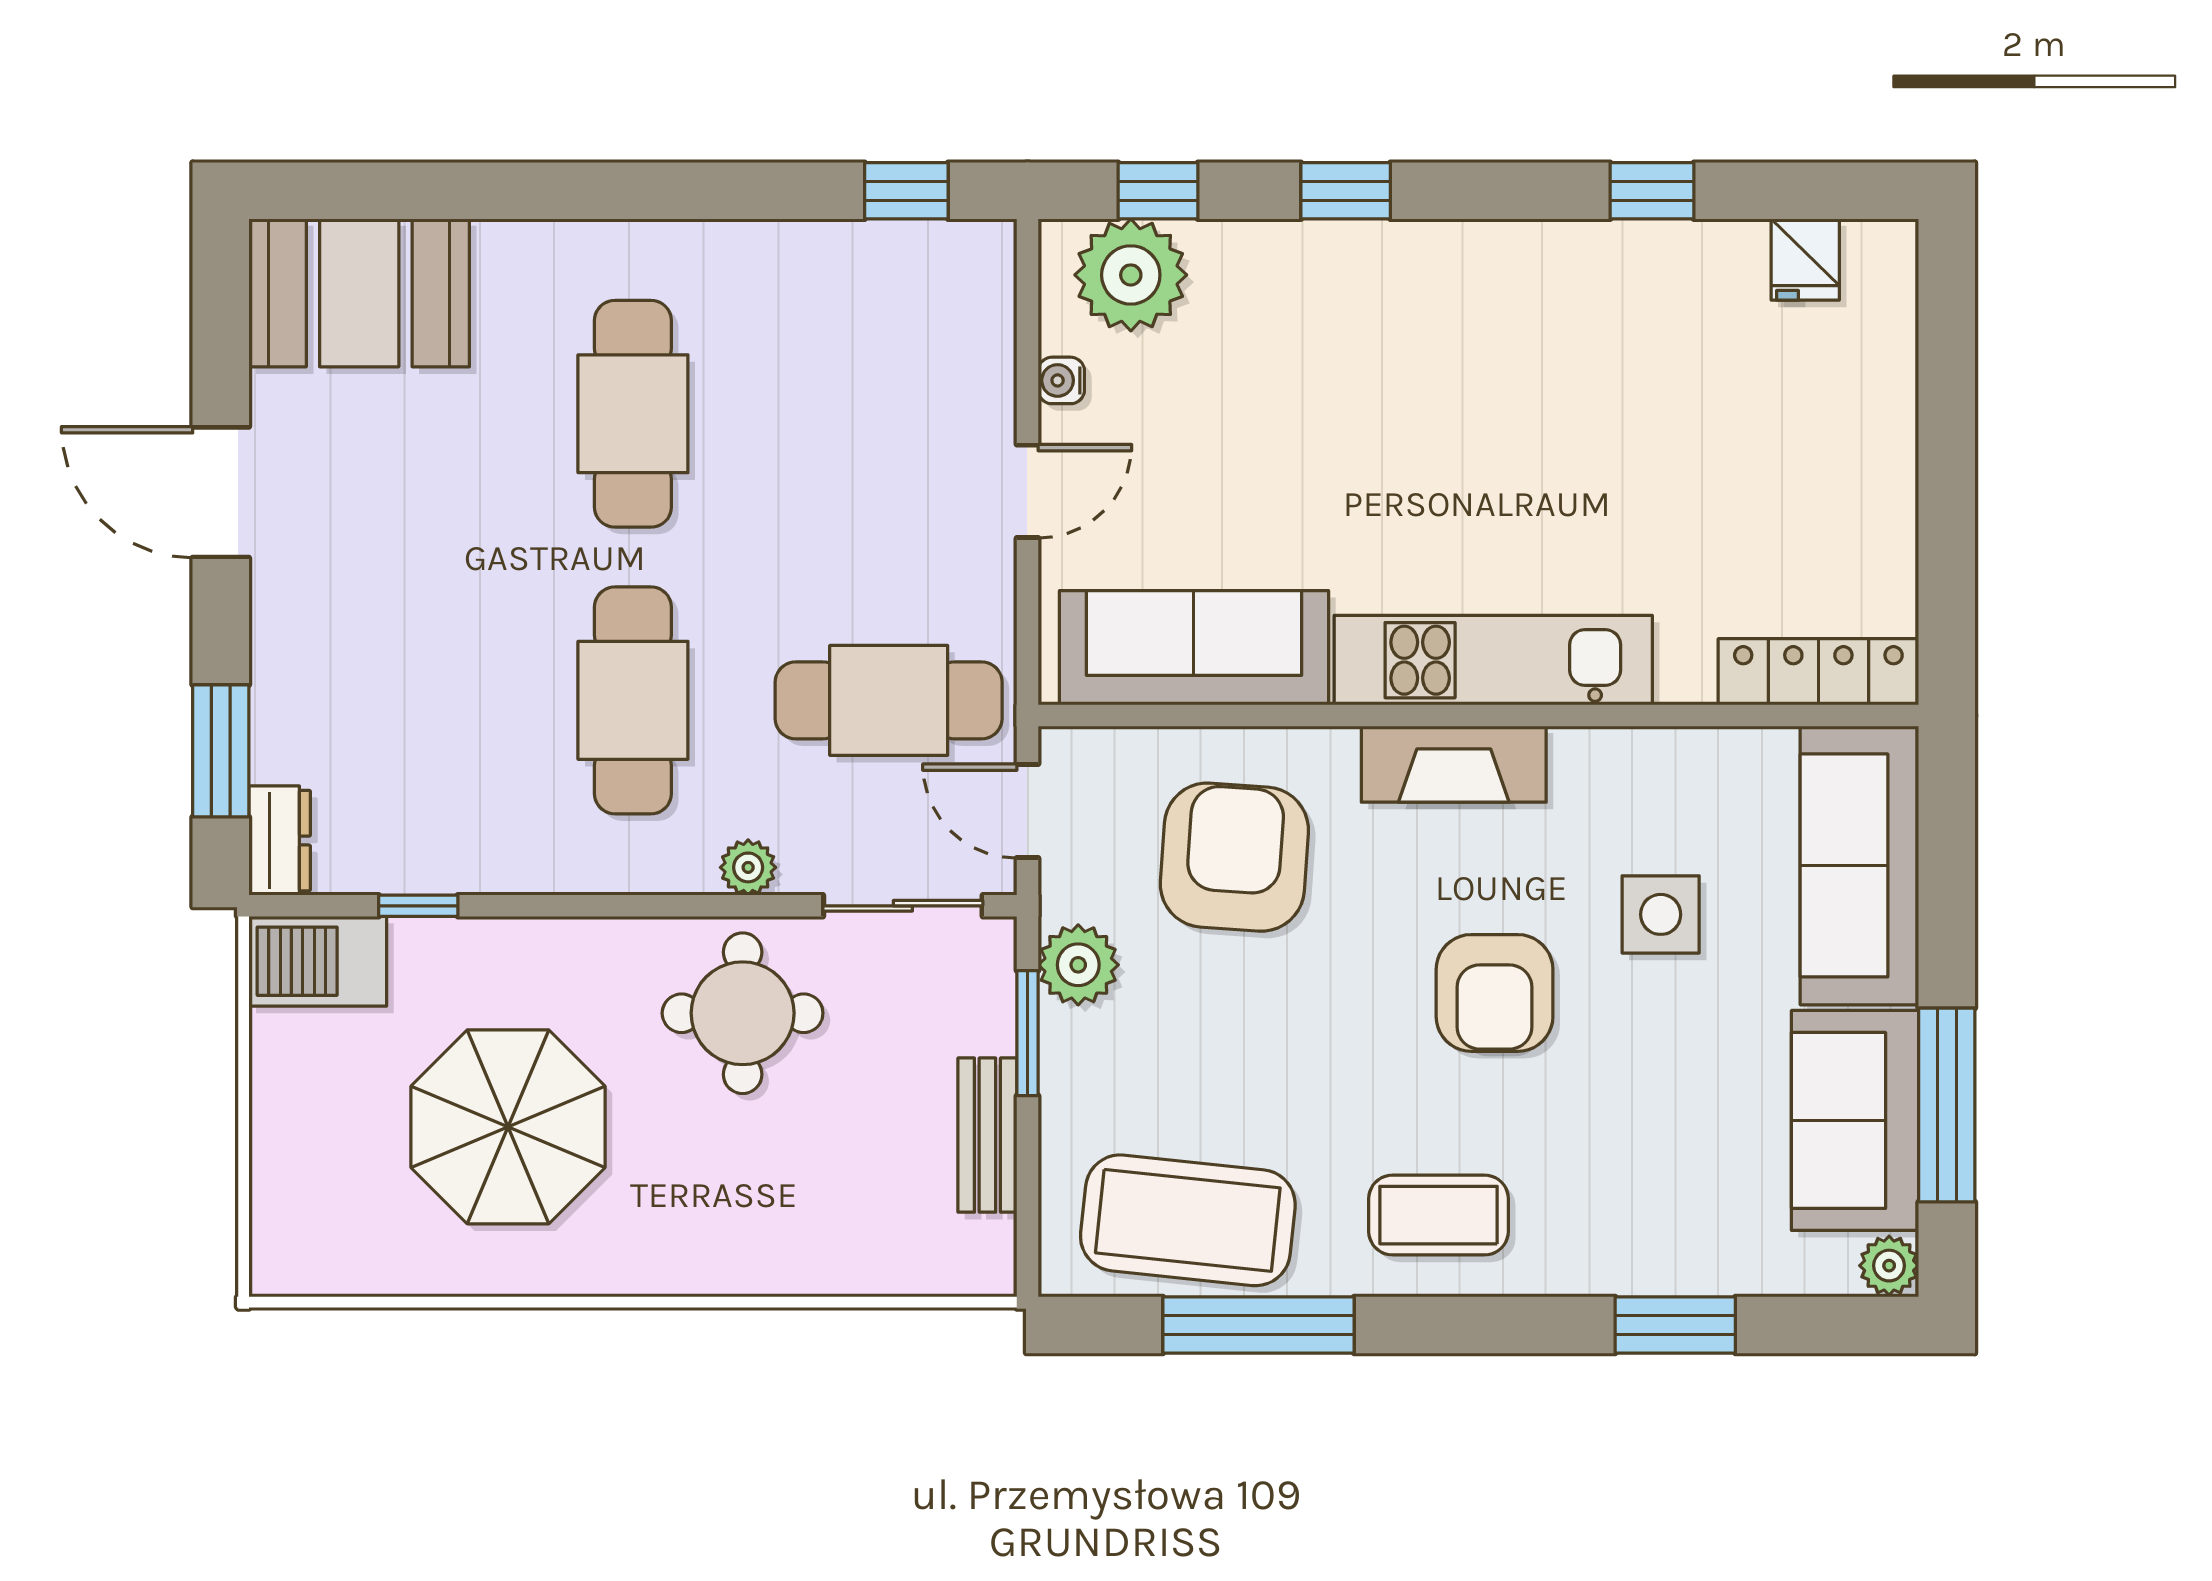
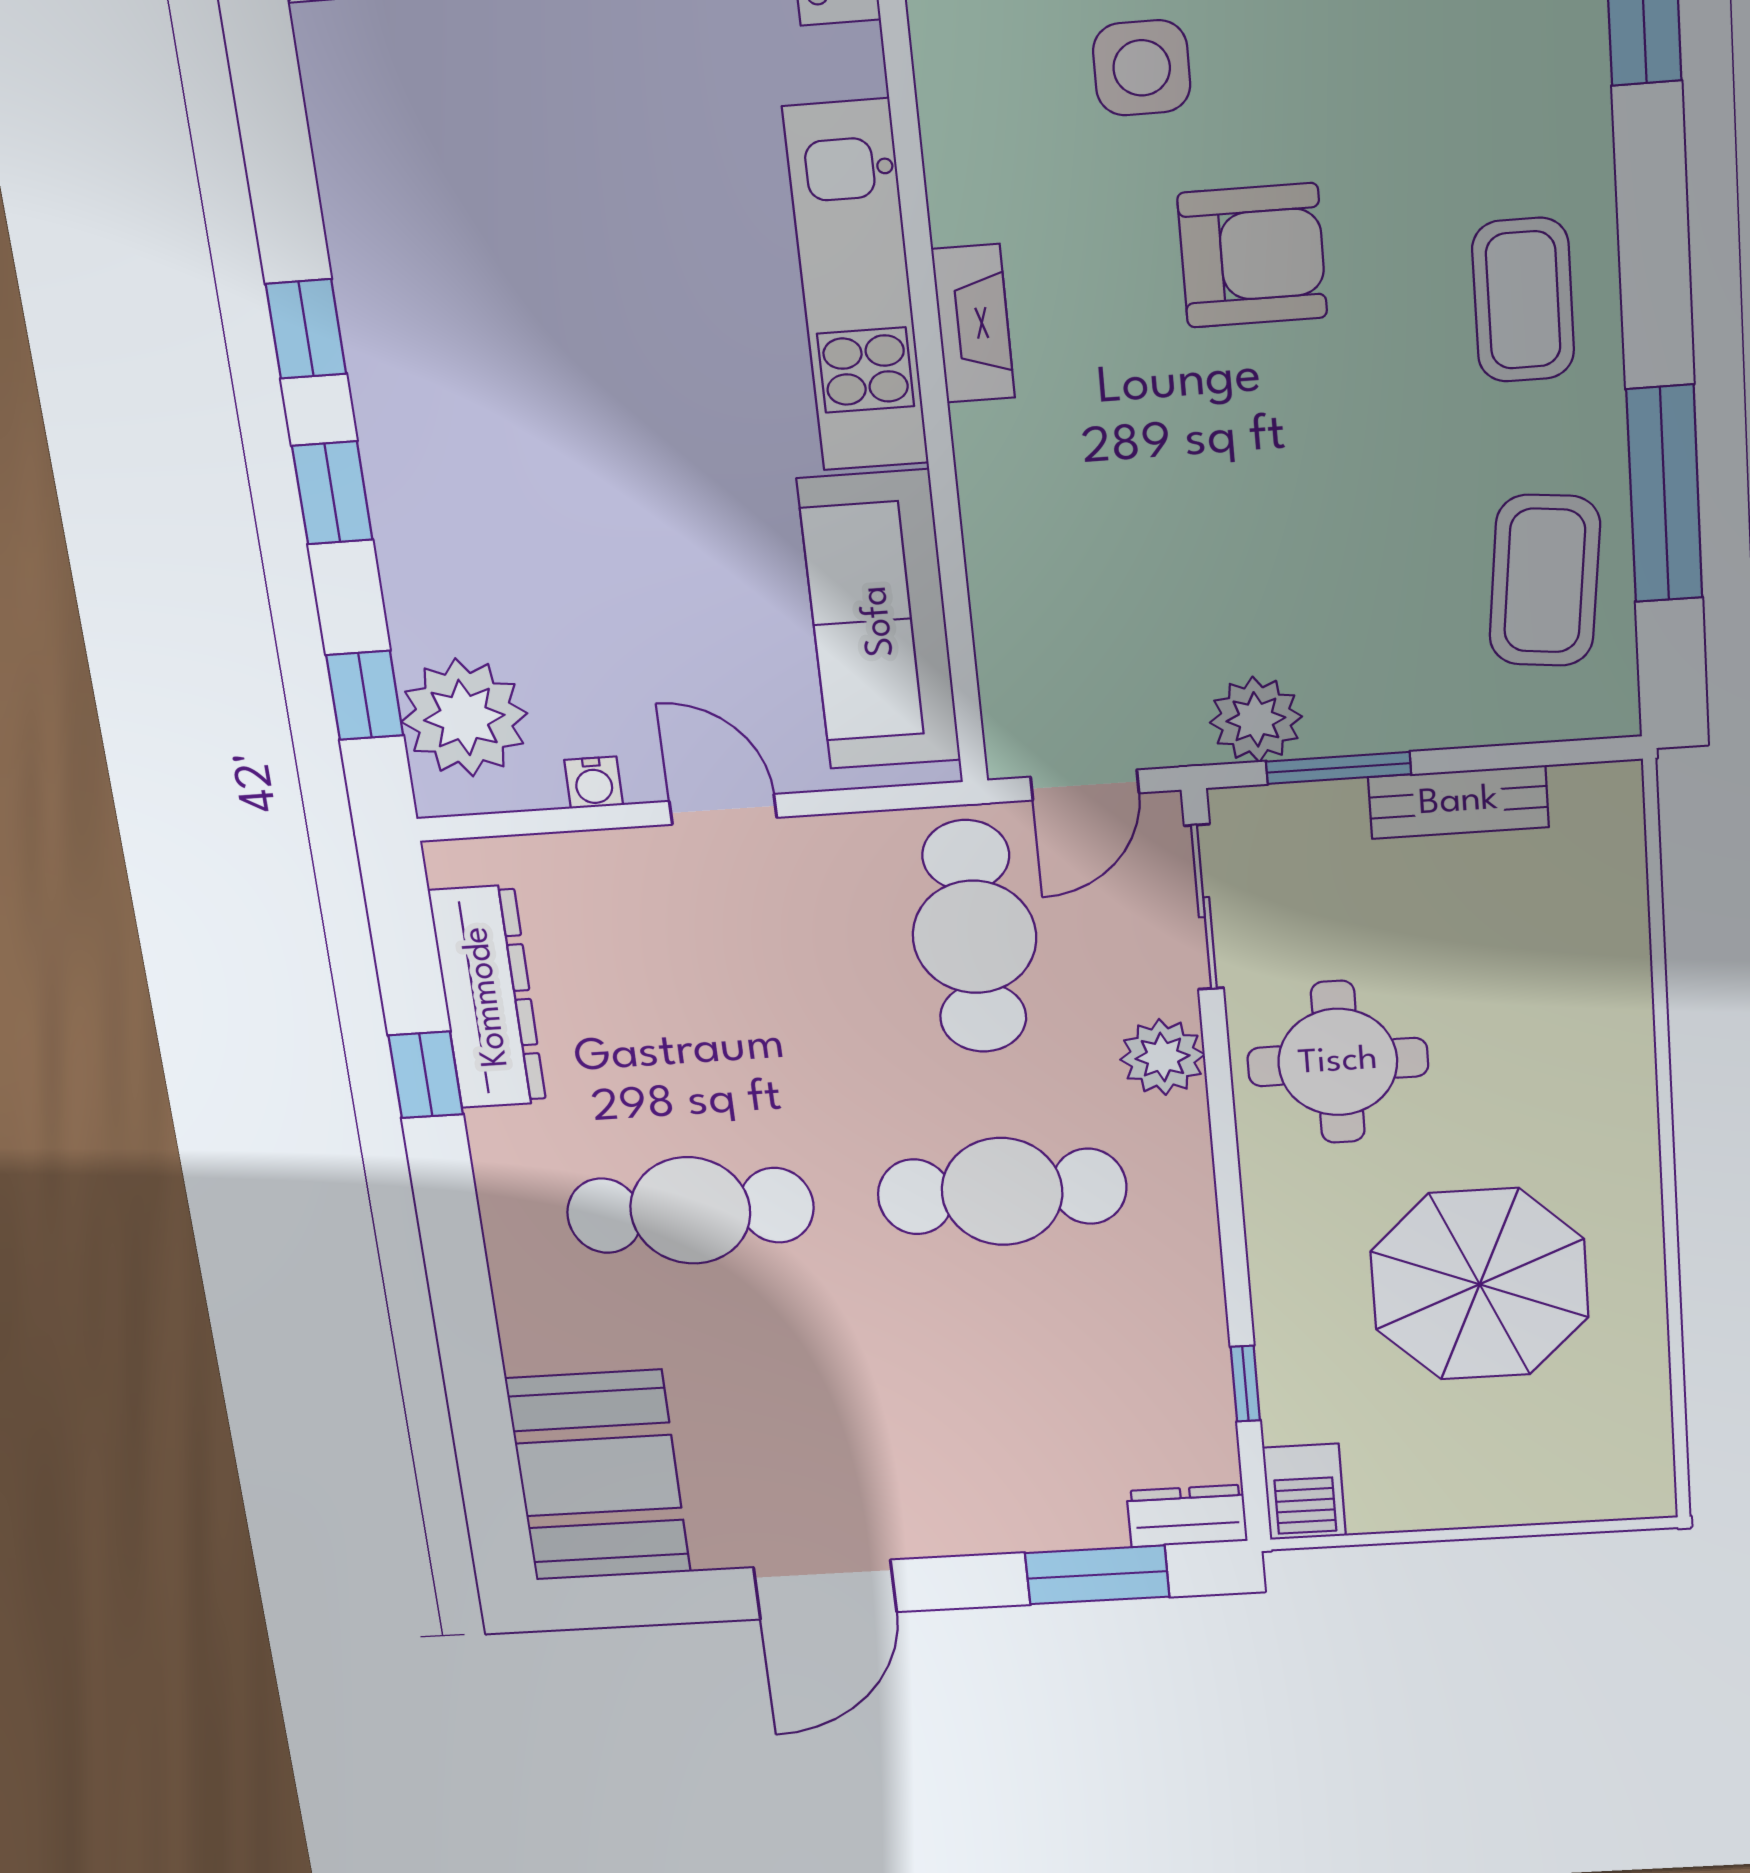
window: (906, 191) -> (426, 1075), moved
window: (1652, 191) -> (306, 329), moved
dresser: (860, 258) -> (487, 997), added
fireplace: (1454, 764) -> (973, 324), width x0.73, depth x0.76
armchair: (1234, 857) -> (1117, 560), removed
plant: (748, 867) -> (1162, 1057), width x1.38, depth x1.38
barbecue: (318, 961) -> (1304, 1492), width x0.73, depth x0.79
coffee table: (1188, 1220) -> (1545, 581), width x0.73, depth x0.76

